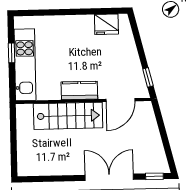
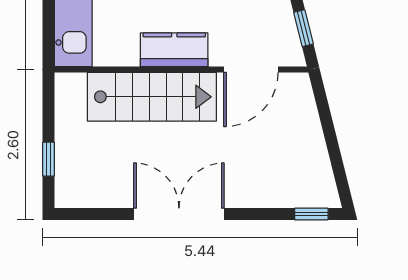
window: (14, 150) -> (49, 159), added
double door: (109, 177) -> (179, 214), moved

